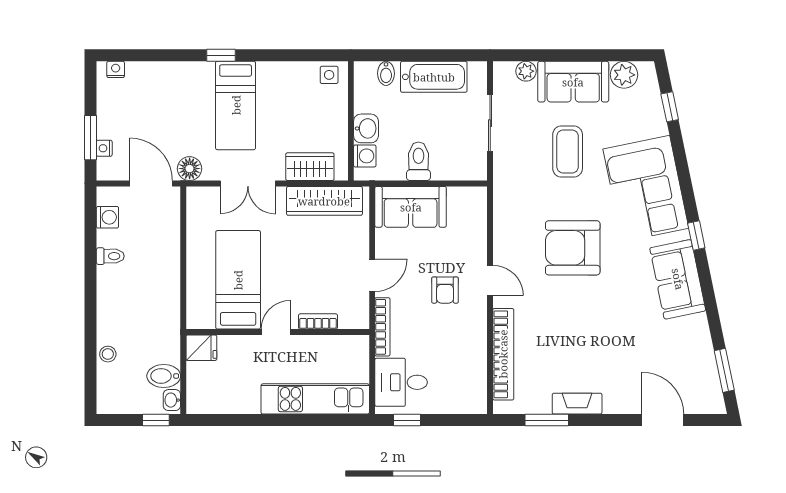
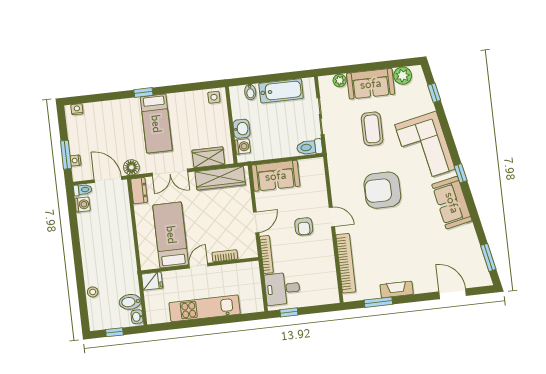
toilet: (418, 161) -> (310, 147), moved, turned -90
dresser: (197, 206) -> (139, 191), added
toilet: (110, 256) -> (83, 190), moved
kitchen unit: (315, 399) -> (205, 308), moved
window: (156, 420) -> (114, 332), moved

